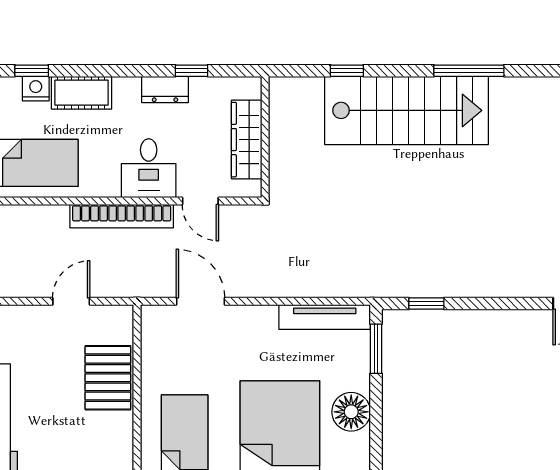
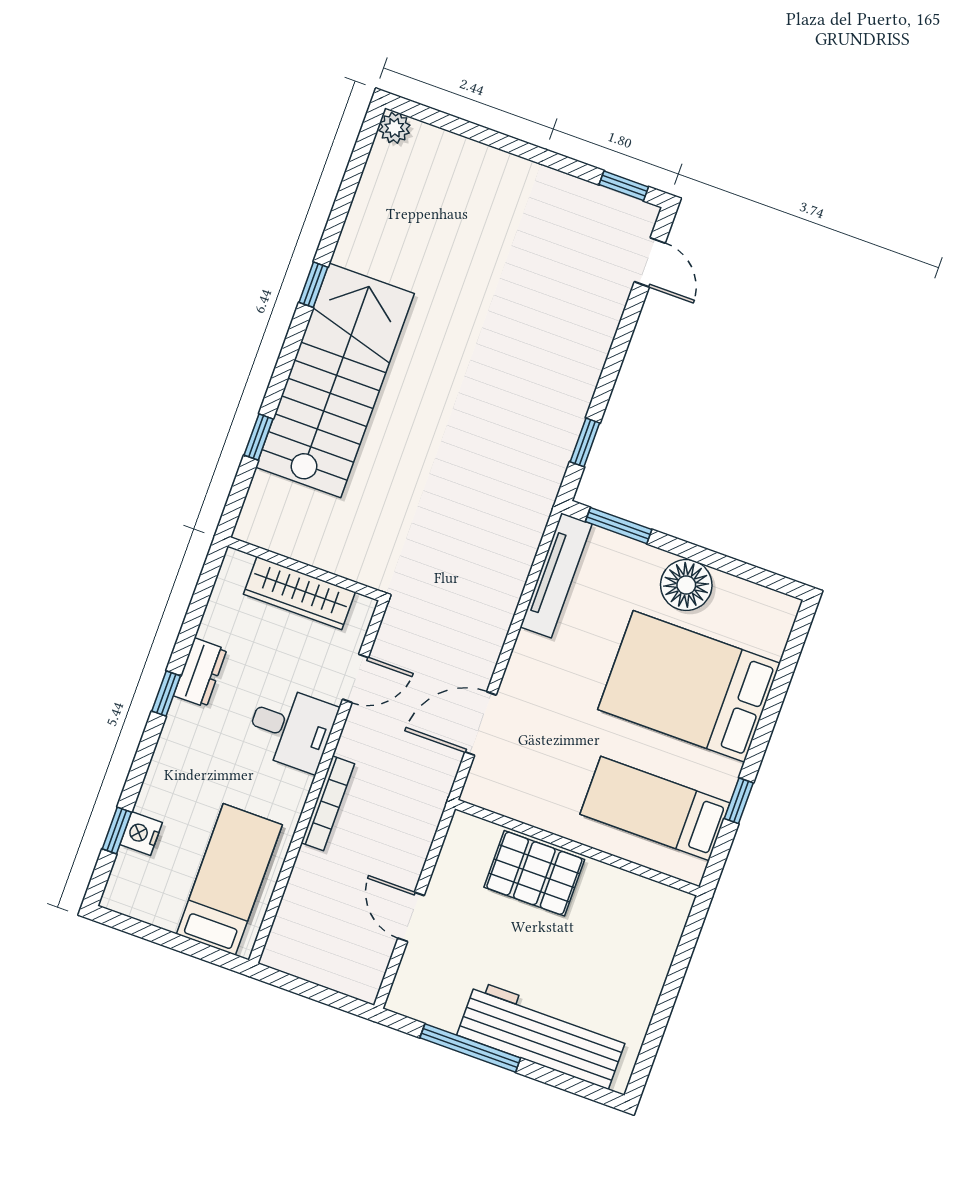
window: (191, 71) -> (166, 694), moved
window: (469, 71) -> (313, 285), width x0.46
cot: (81, 93) -> (167, 778), removed
bookcase: (122, 216) -> (328, 803), width x0.68, depth x0.76
door: (71, 301) -> (411, 917), moved

